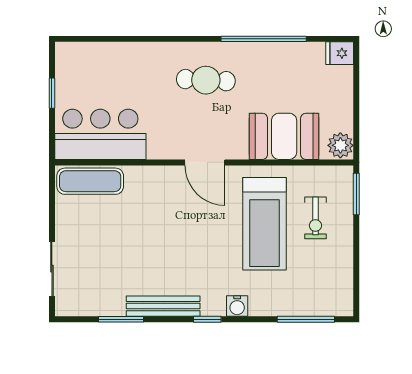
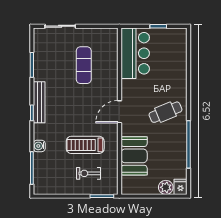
cafe table: (206, 80) -> (165, 112), turned 65
plant: (340, 145) -> (166, 187), moved
exercise mat: (90, 181) -> (84, 65), moved
treadmill: (264, 224) -> (85, 145), width x0.73, depth x0.73
bench: (163, 306) -> (39, 102), moved
water cooler: (237, 306) -> (39, 146), moved

